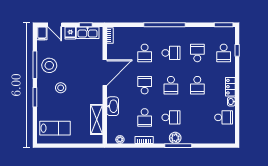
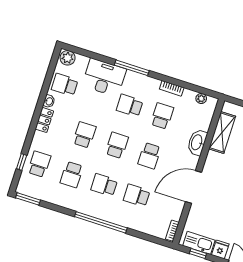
school desk: (145, 53) -> (137, 195), turned -90
desk: (196, 132) -> (104, 77), added
plant: (175, 138) -> (68, 58), moved

